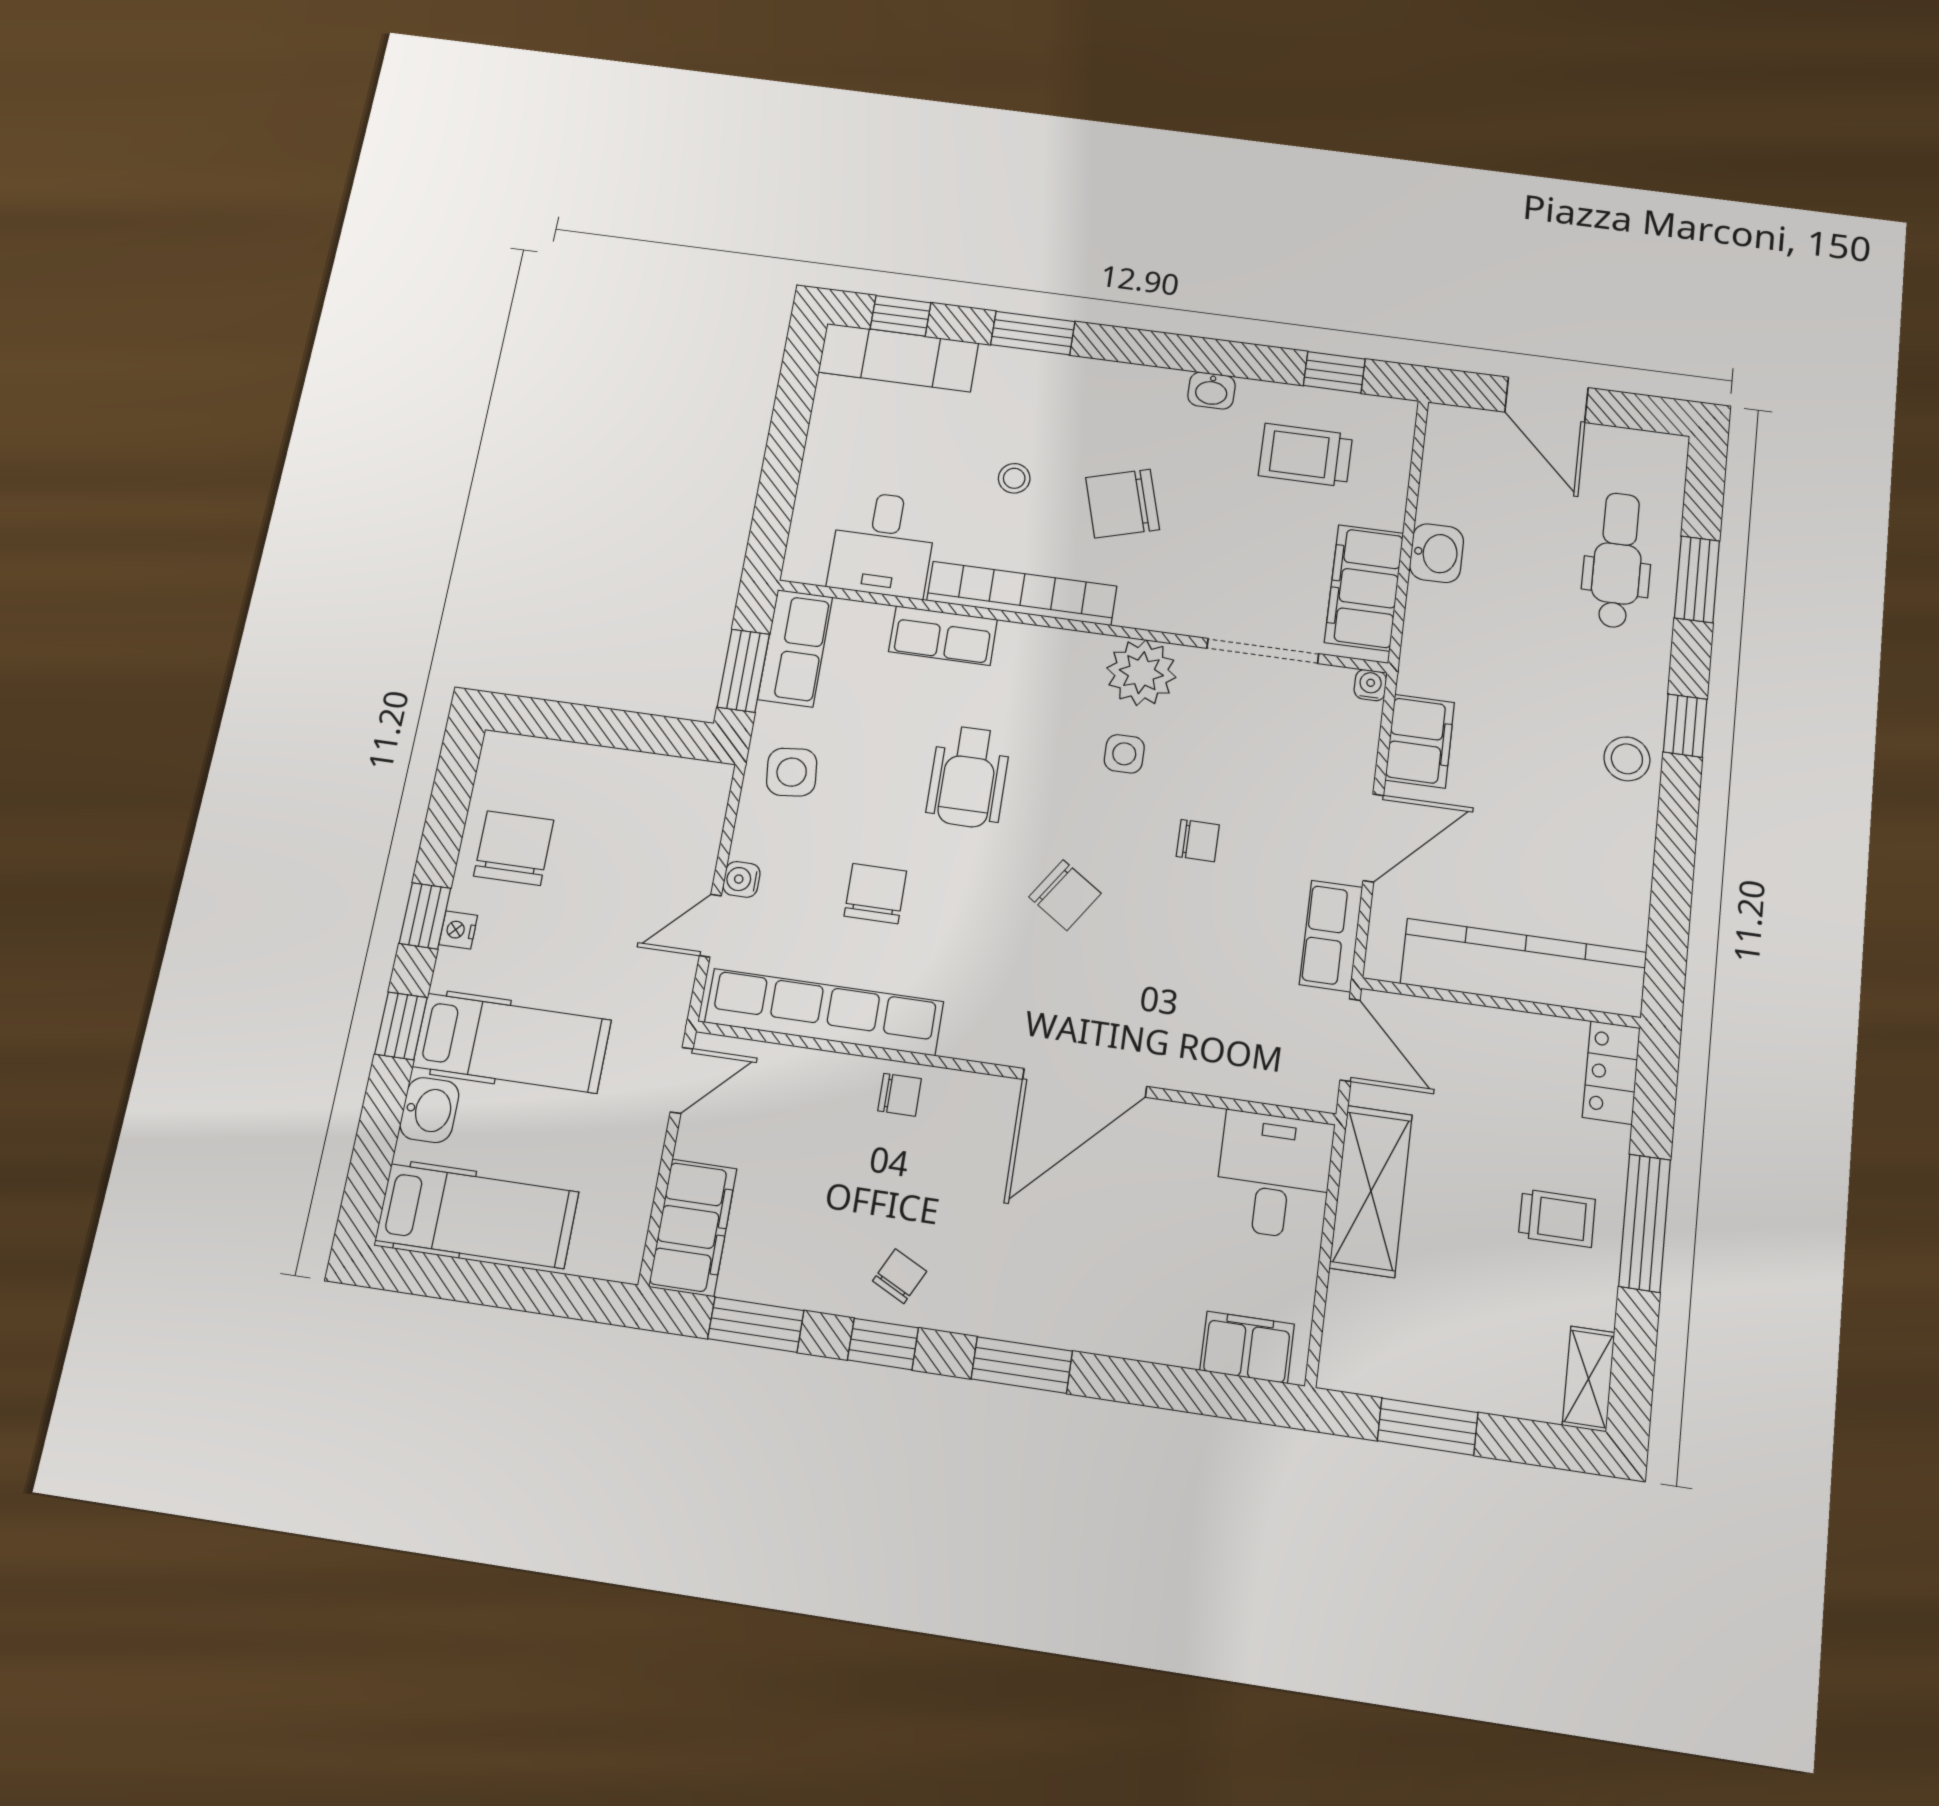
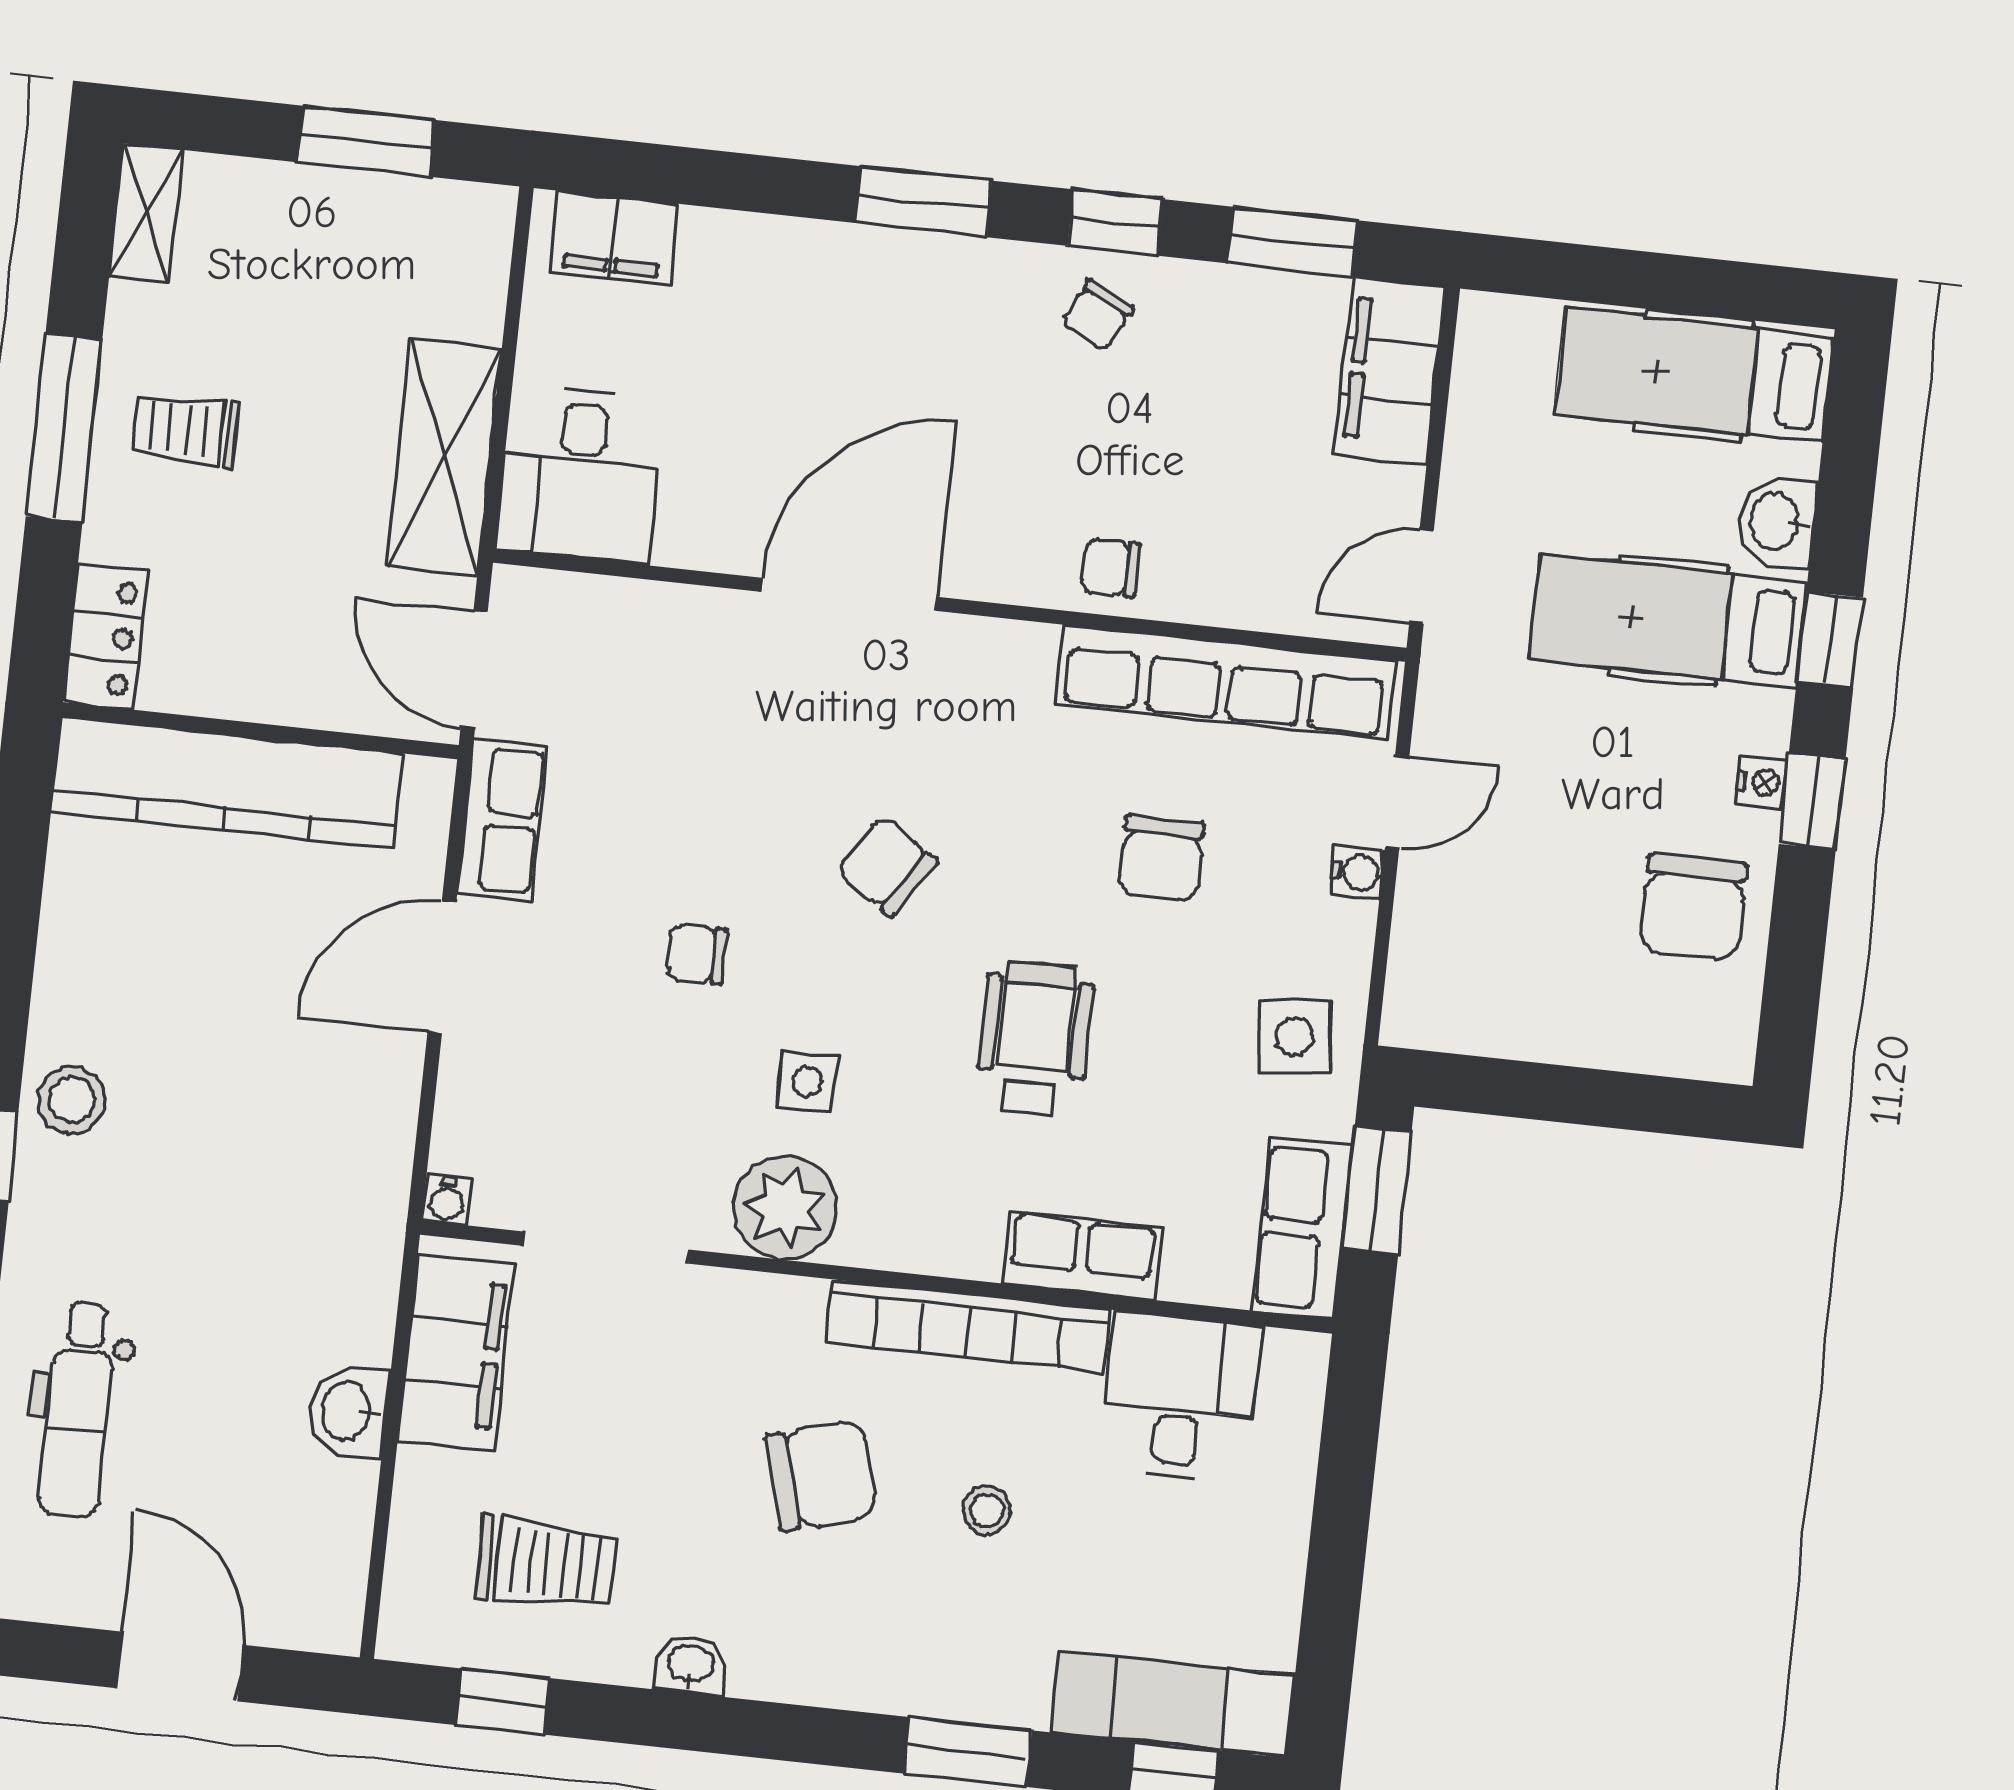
filing cabinet: (1420, 741) -> (374, 1116), removed

